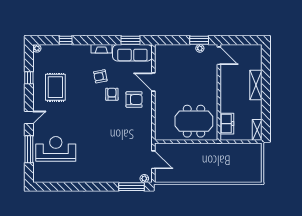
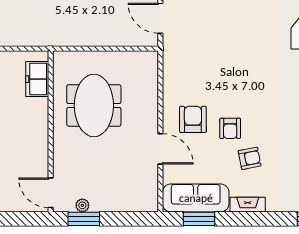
armchair: (134, 100) -> (193, 119), turned 90
meeting table: (194, 121) -> (94, 105), moved, turned 90

